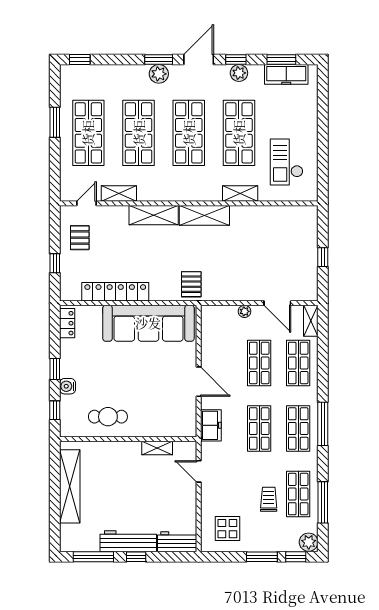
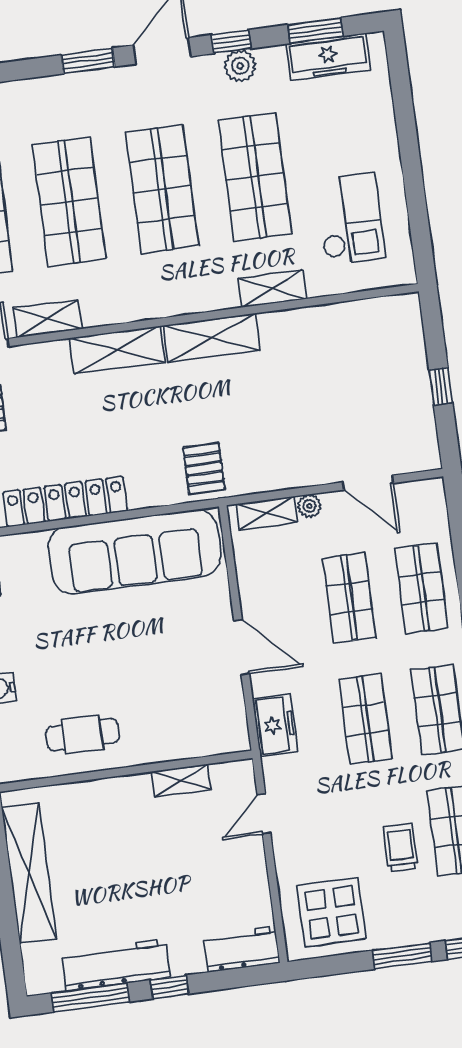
plant: (159, 74) -> (92, 87), removed
checkout: (287, 162) -> (350, 219), turned 180
shelving: (311, 321) -> (267, 513), moved, turned 90
door: (199, 471) -> (264, 814), hinge flipped
display table: (227, 529) -> (331, 912), width x1.36, depth x1.36
workbench: (128, 541) -> (116, 965), moved

